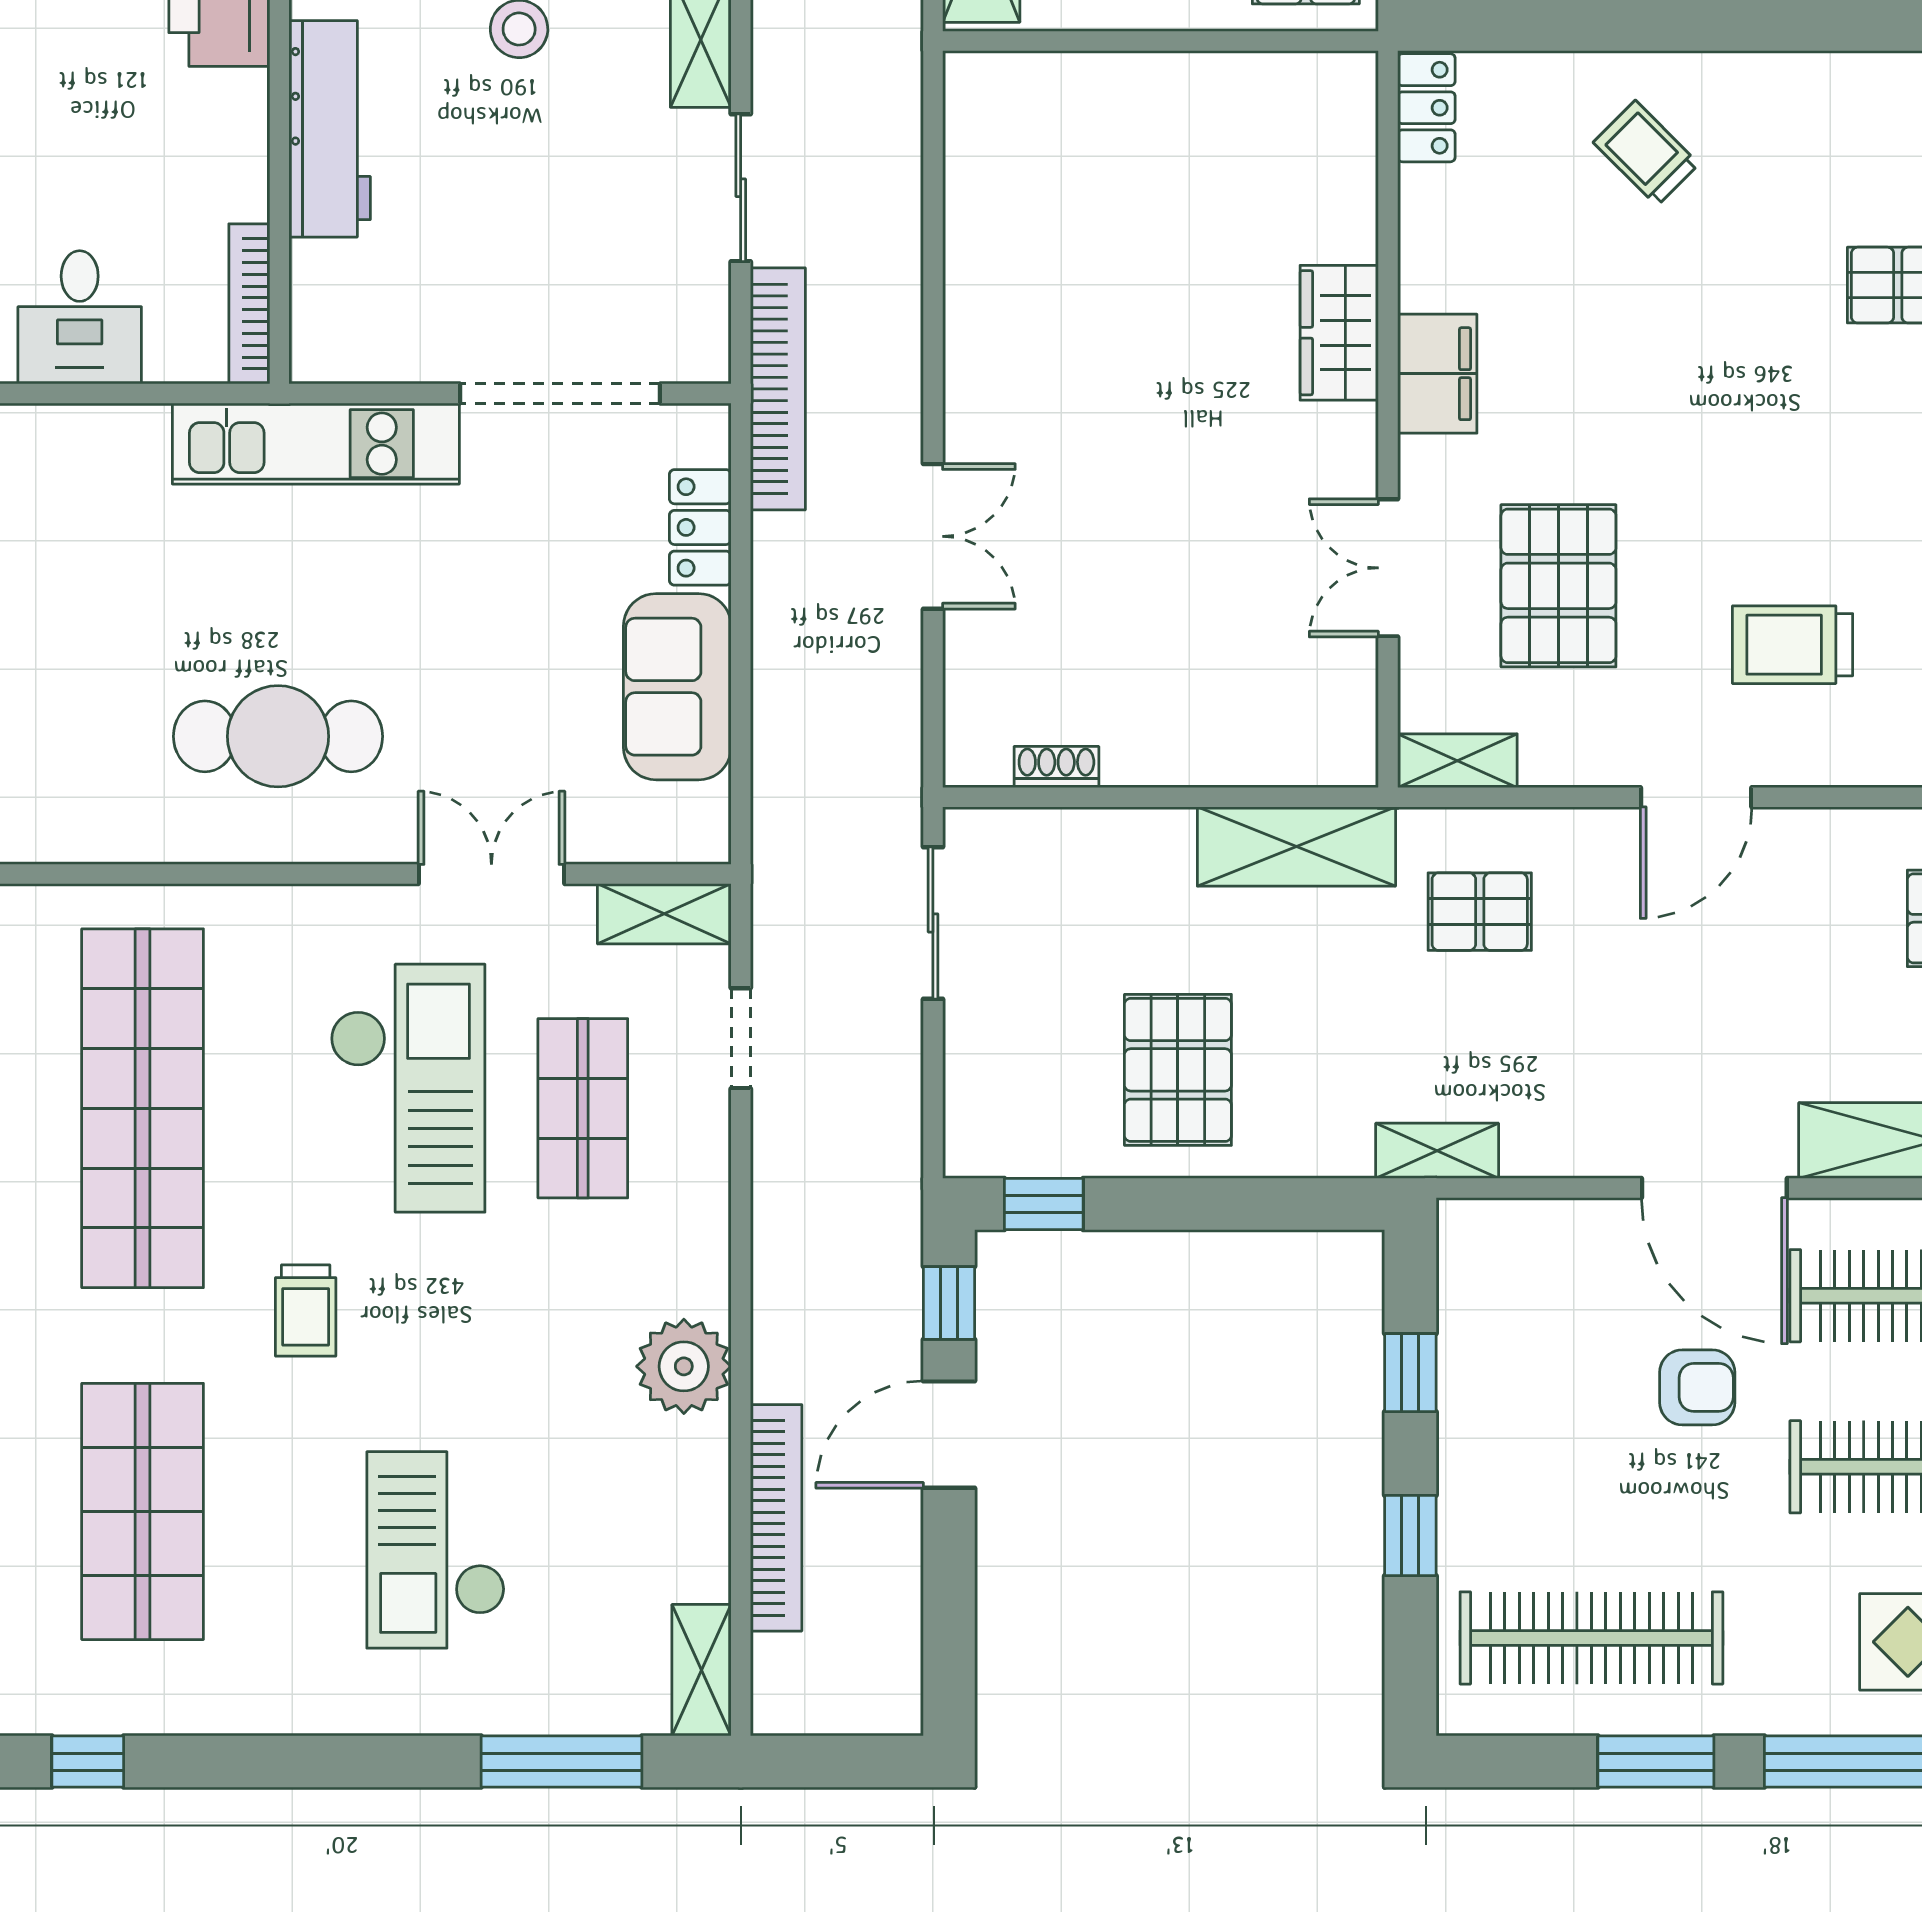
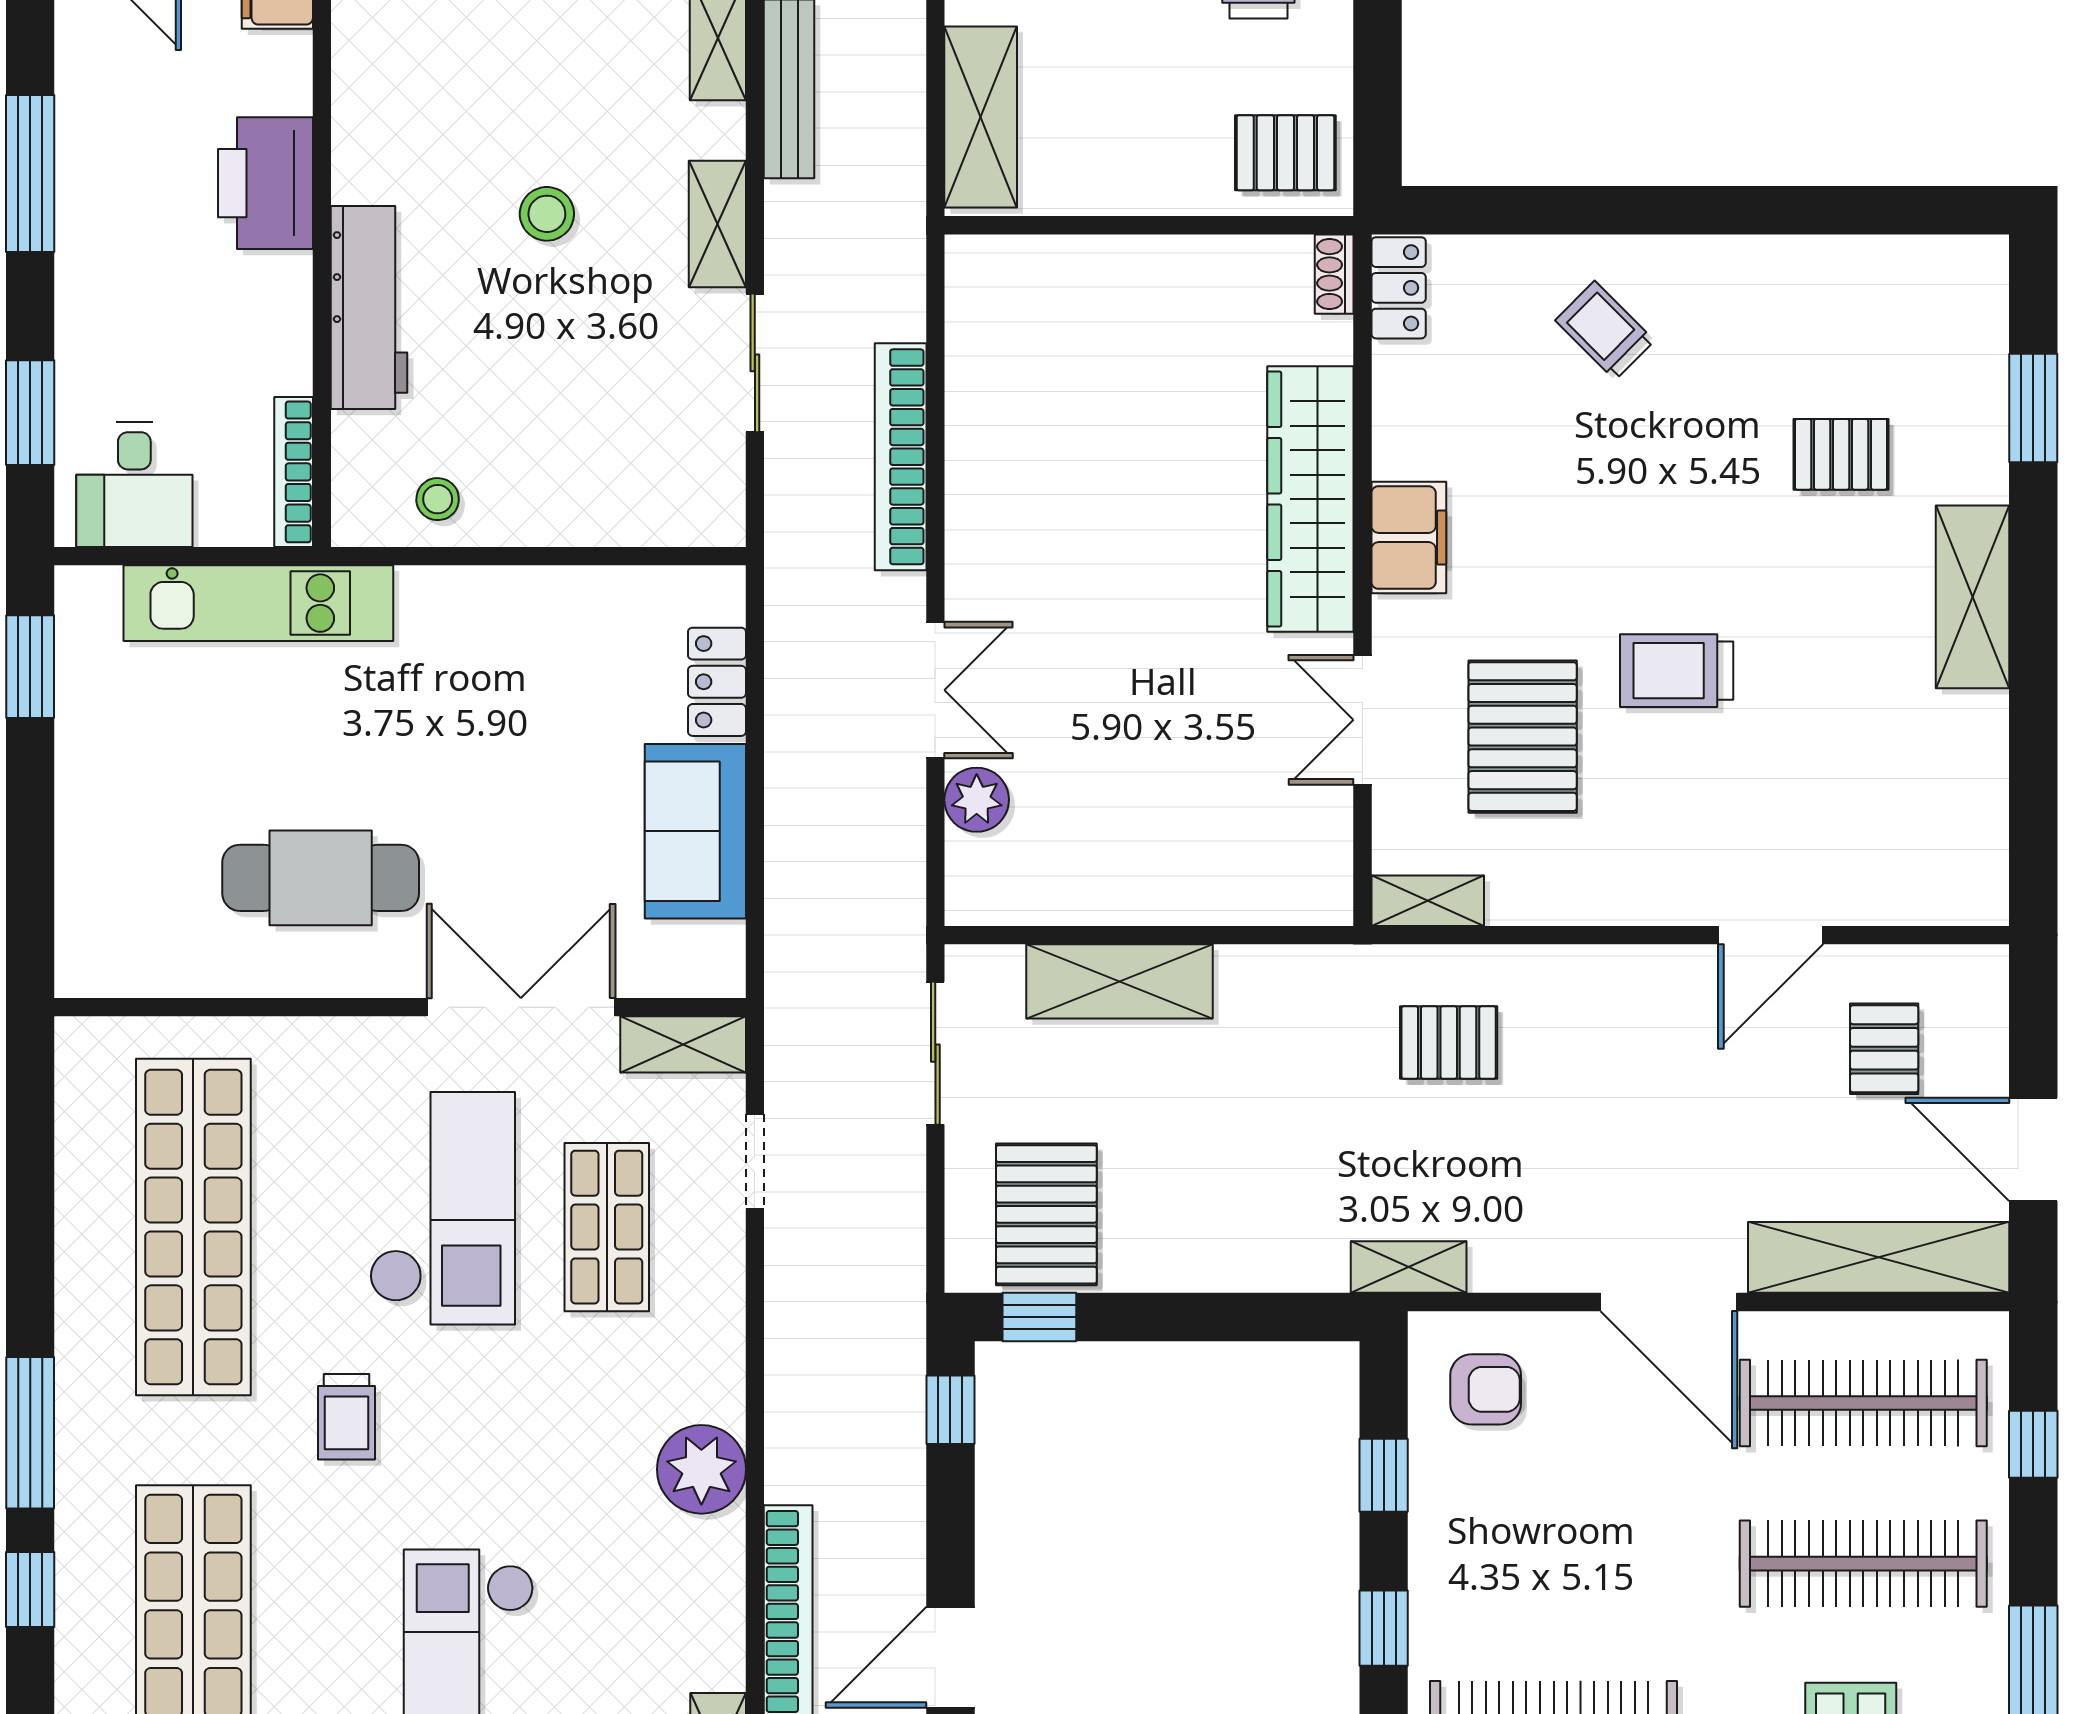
stool: (403, 333) -> (438, 499), added
wardrobe: (1339, 333) -> (1310, 499), width x2.10, depth x1.17
bookcase: (778, 389) -> (901, 457), moved, turned 180
doorway: (560, 394) -> (585, 556), removed
kitchen unit: (316, 444) -> (258, 603), moved
trolley: (1793, 645) -> (1677, 671), moved
plant: (977, 653) -> (977, 800), added
shoe rack: (1056, 767) -> (1334, 274), moved, turned -90
door: (1696, 797) -> (1771, 935), moved
shelving: (1296, 846) -> (1120, 981), moved
double door: (491, 874) -> (521, 1007), width x1.37
pallet: (1178, 1070) -> (1046, 1214), moved
armchair: (1697, 1387) -> (1486, 1389), moved
door: (949, 1434) -> (950, 1657), moved

